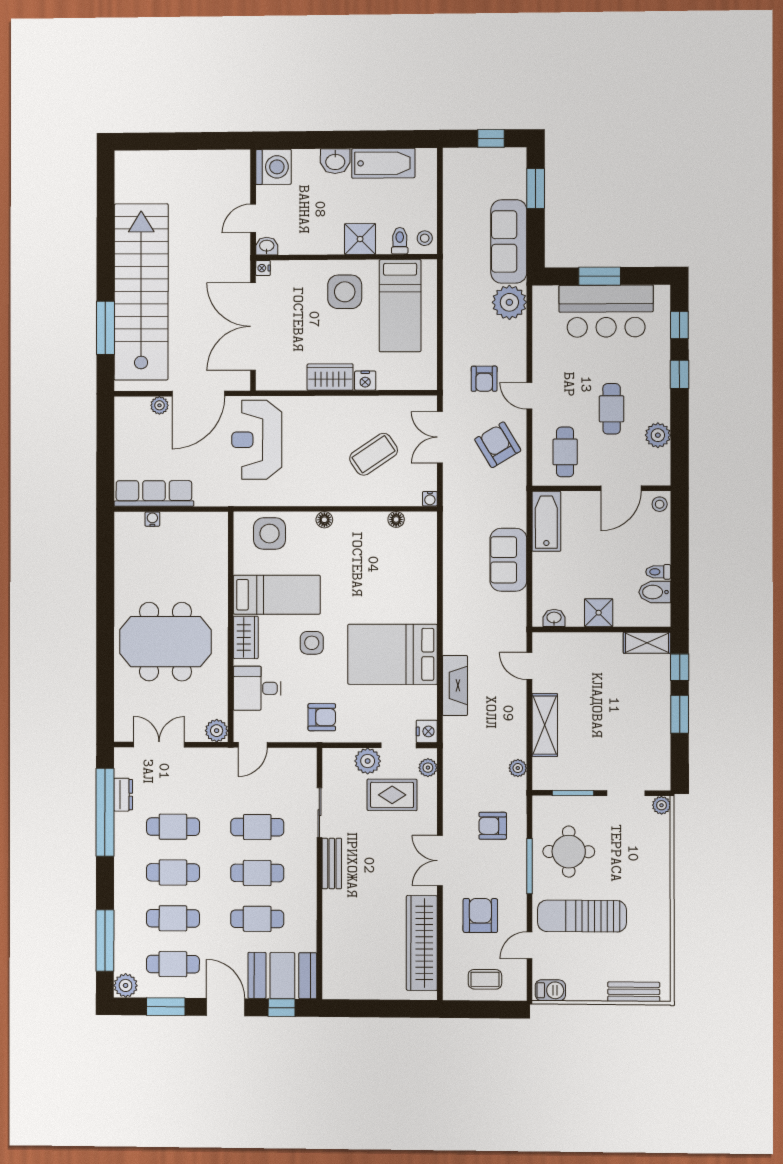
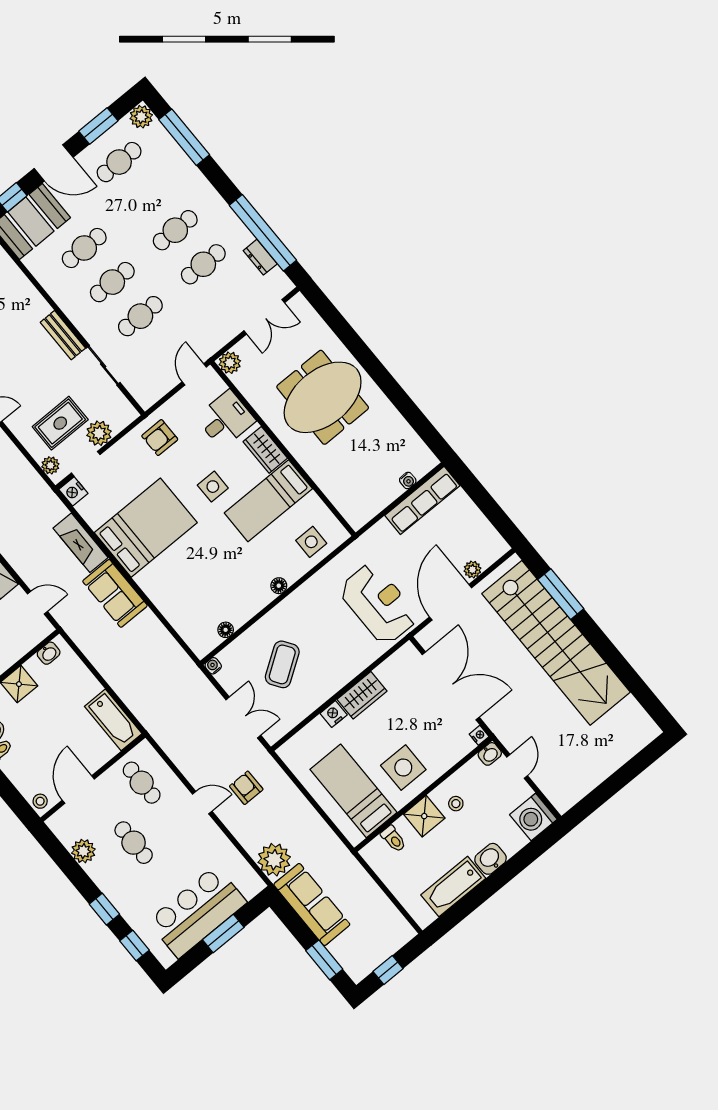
stool: (425, 238) -> (456, 804), moved
armchair: (498, 445) -> (196, 747), removed
side table: (270, 534) -> (311, 542), width x0.73, depth x0.73
sofa: (508, 560) -> (115, 593), moved, turned 180
cafe table: (173, 918) -> (147, 196), removed

